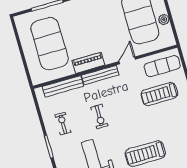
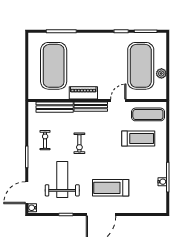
treadmill: (159, 94) -> (138, 139), turned 180

